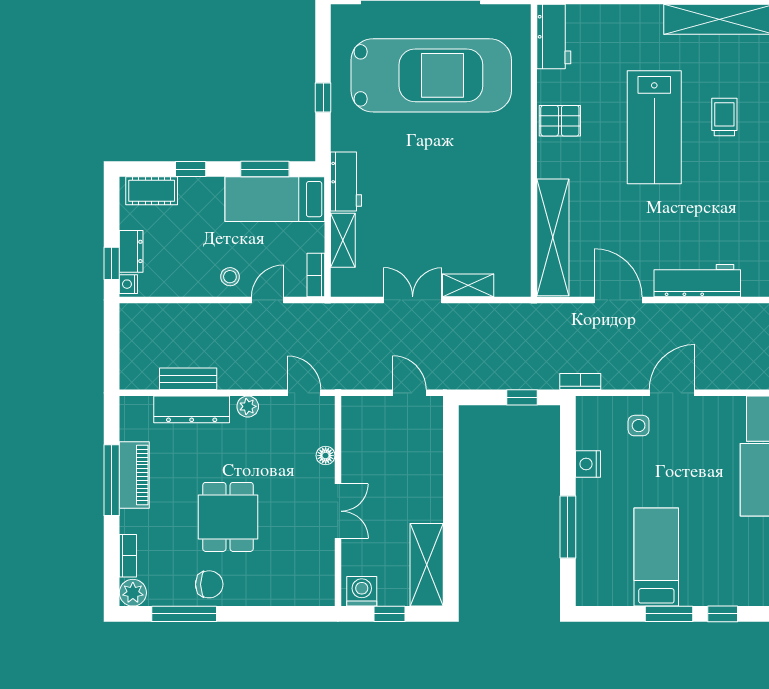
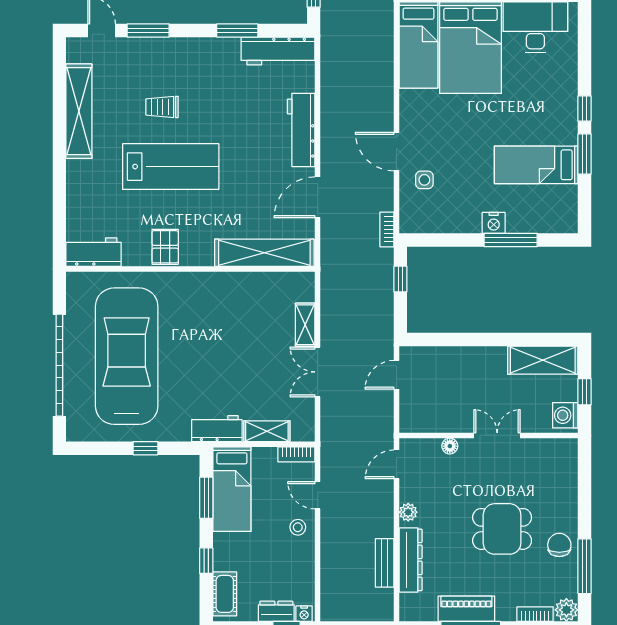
nightstand: (588, 464) -> (494, 223), moved

